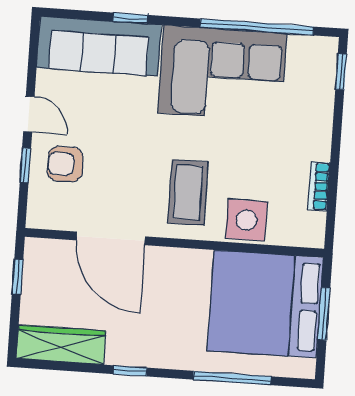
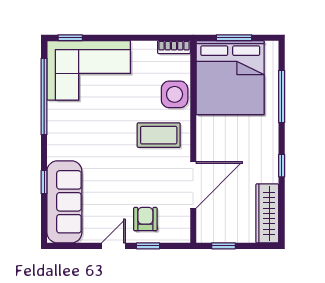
corner sofa: (222, 73) -> (89, 70), moved, turned 90
armchair: (65, 164) -> (145, 219), turned 180
bookcase: (319, 186) -> (174, 47), moved

